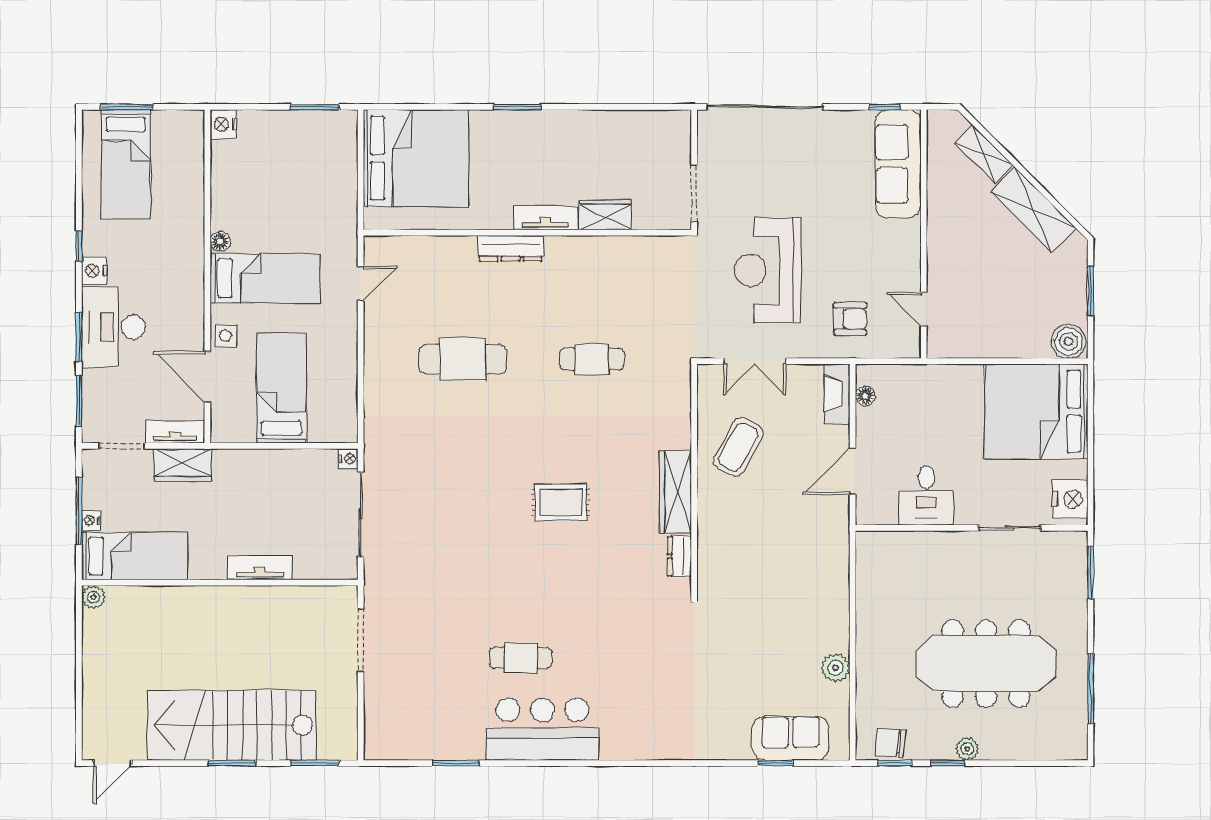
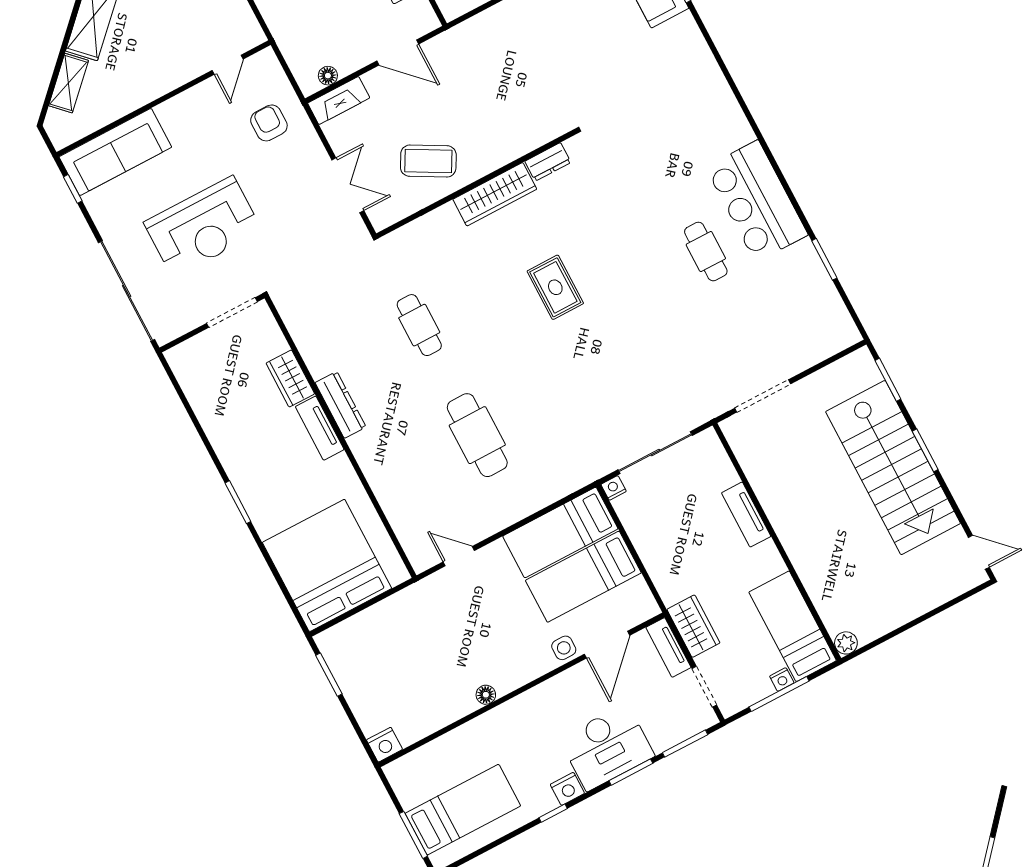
dresser: (511, 248) -> (341, 405), moved
reception desk: (768, 270) -> (203, 227), moved
bed: (265, 278) -> (560, 532), moved, turned -90

